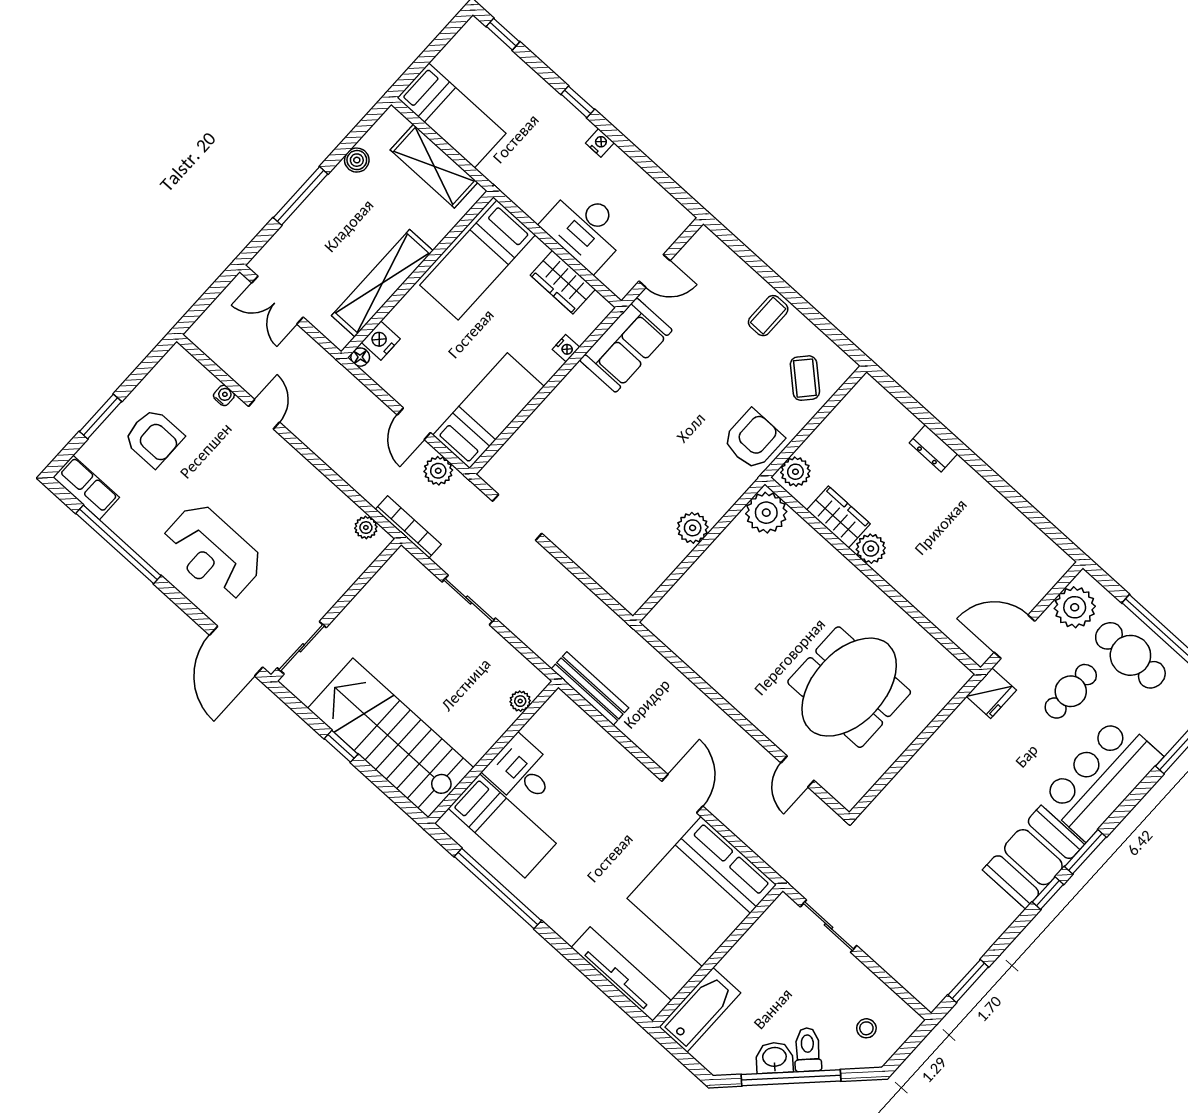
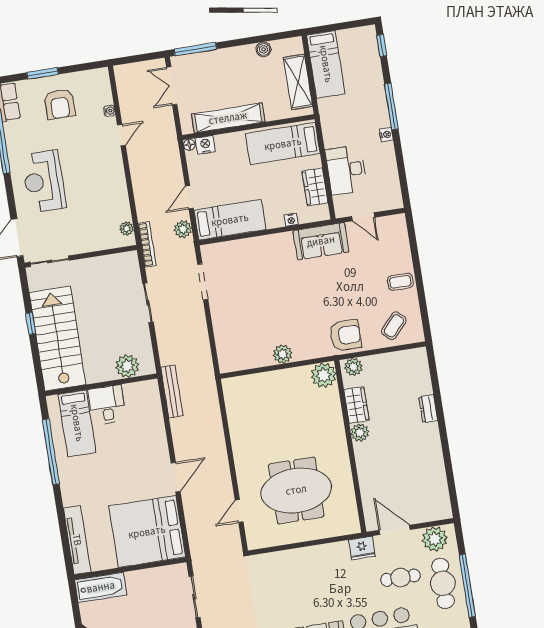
window: (578, 102) -> (391, 106), width x2.17
window: (301, 196) -> (195, 49), moved
plant: (520, 701) -> (127, 366), width x1.87, depth x1.87

